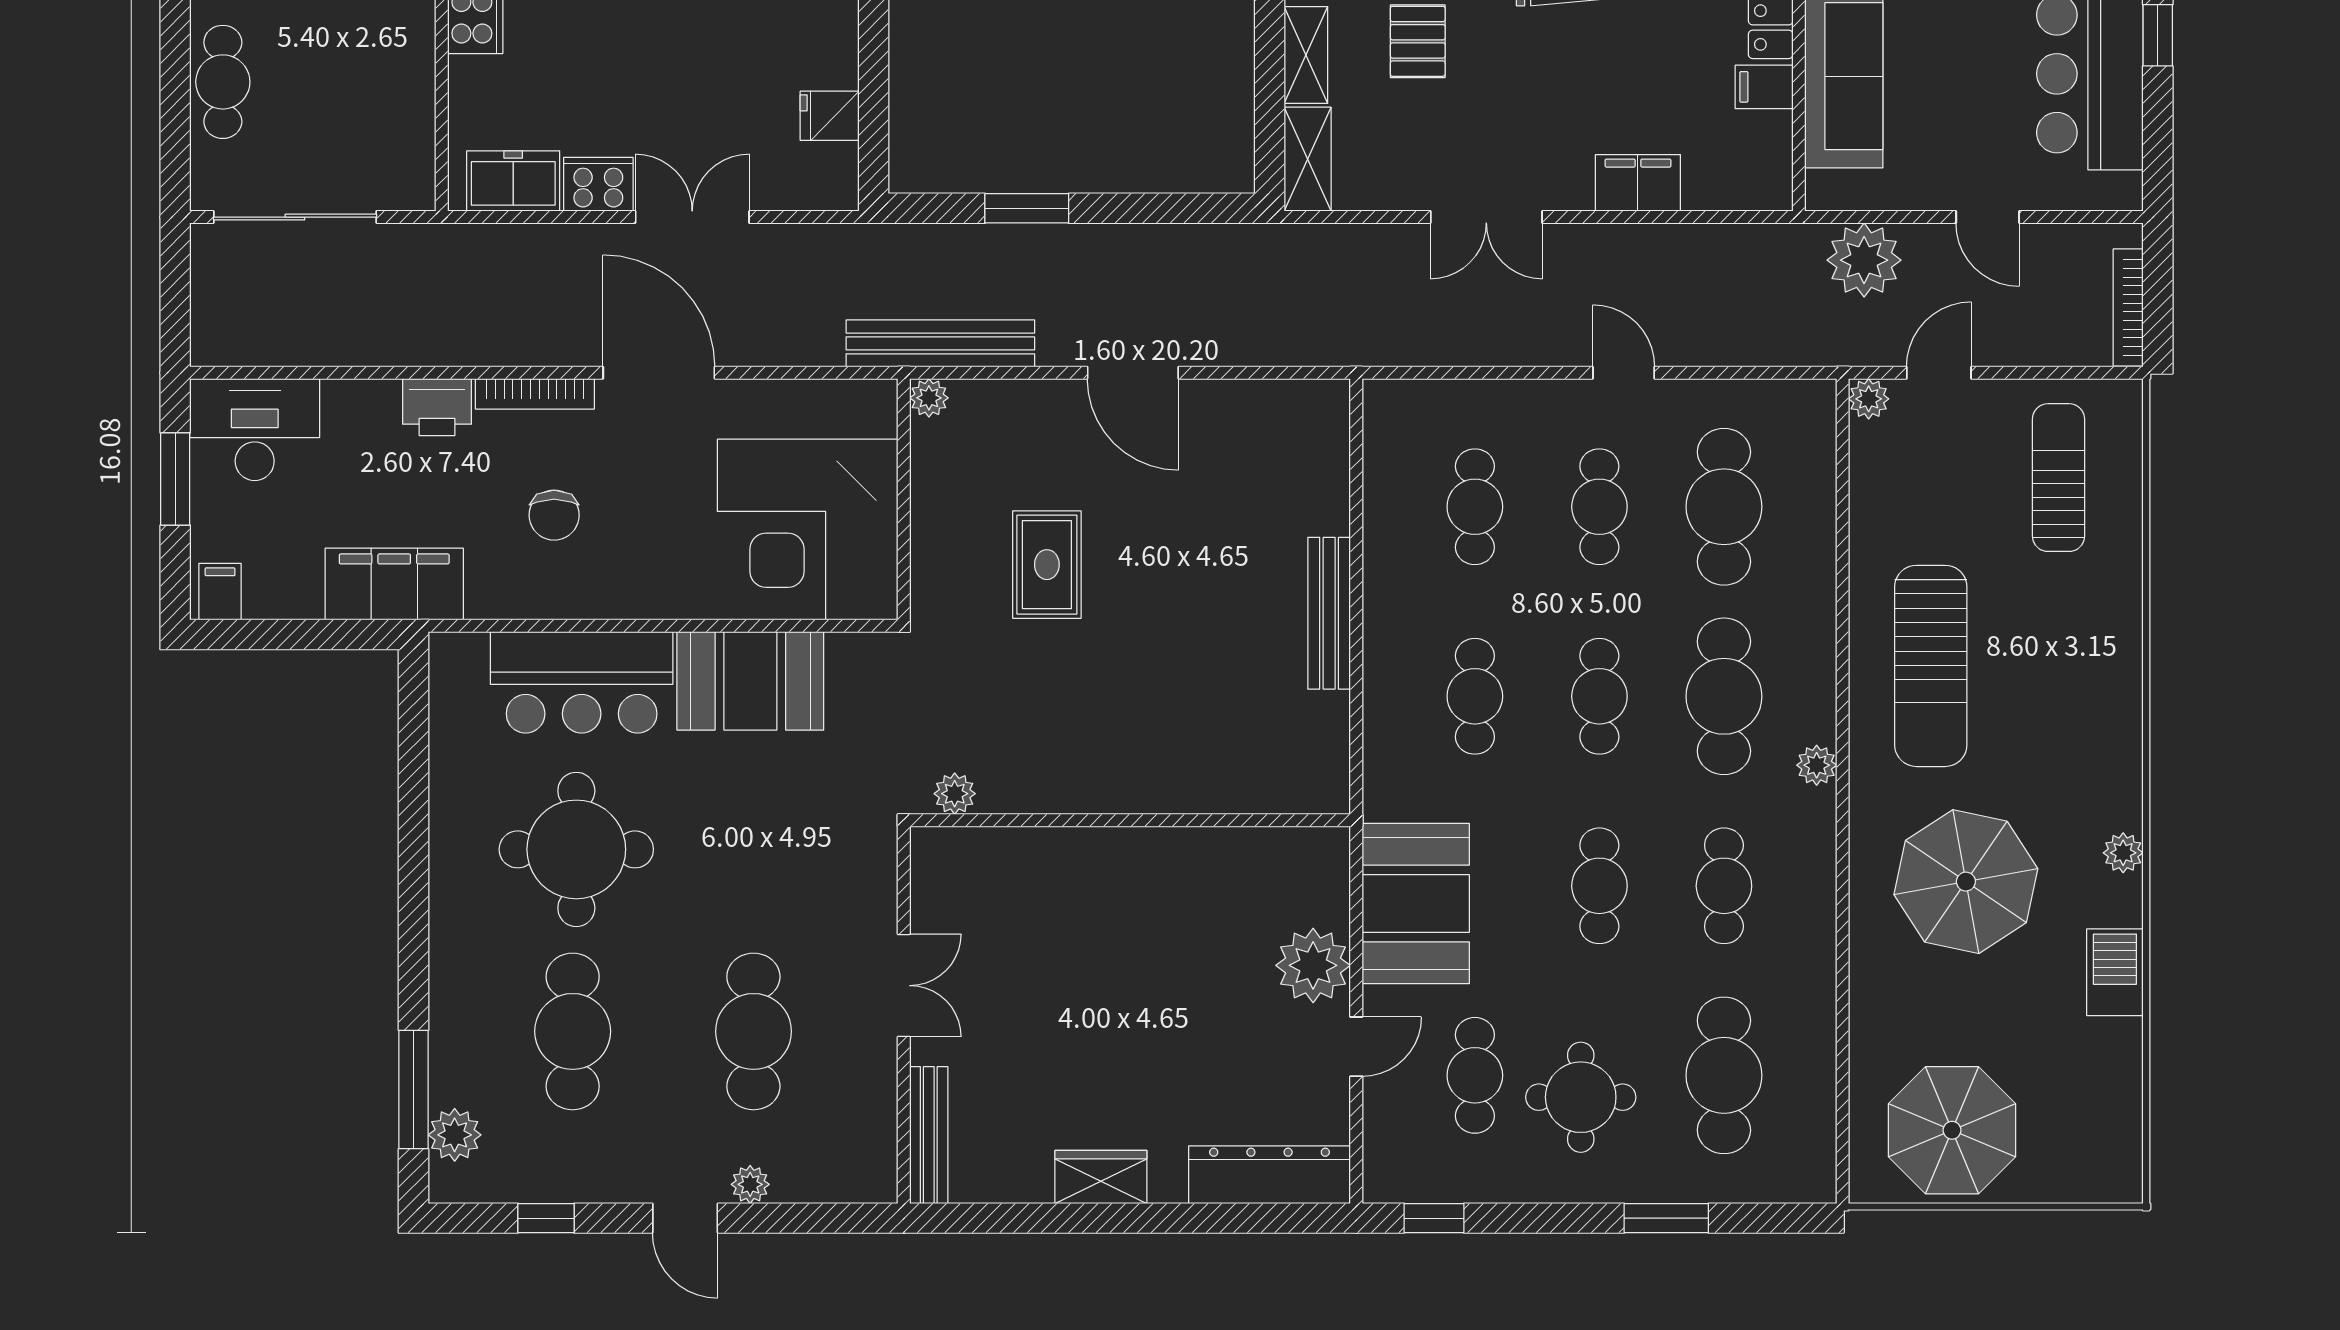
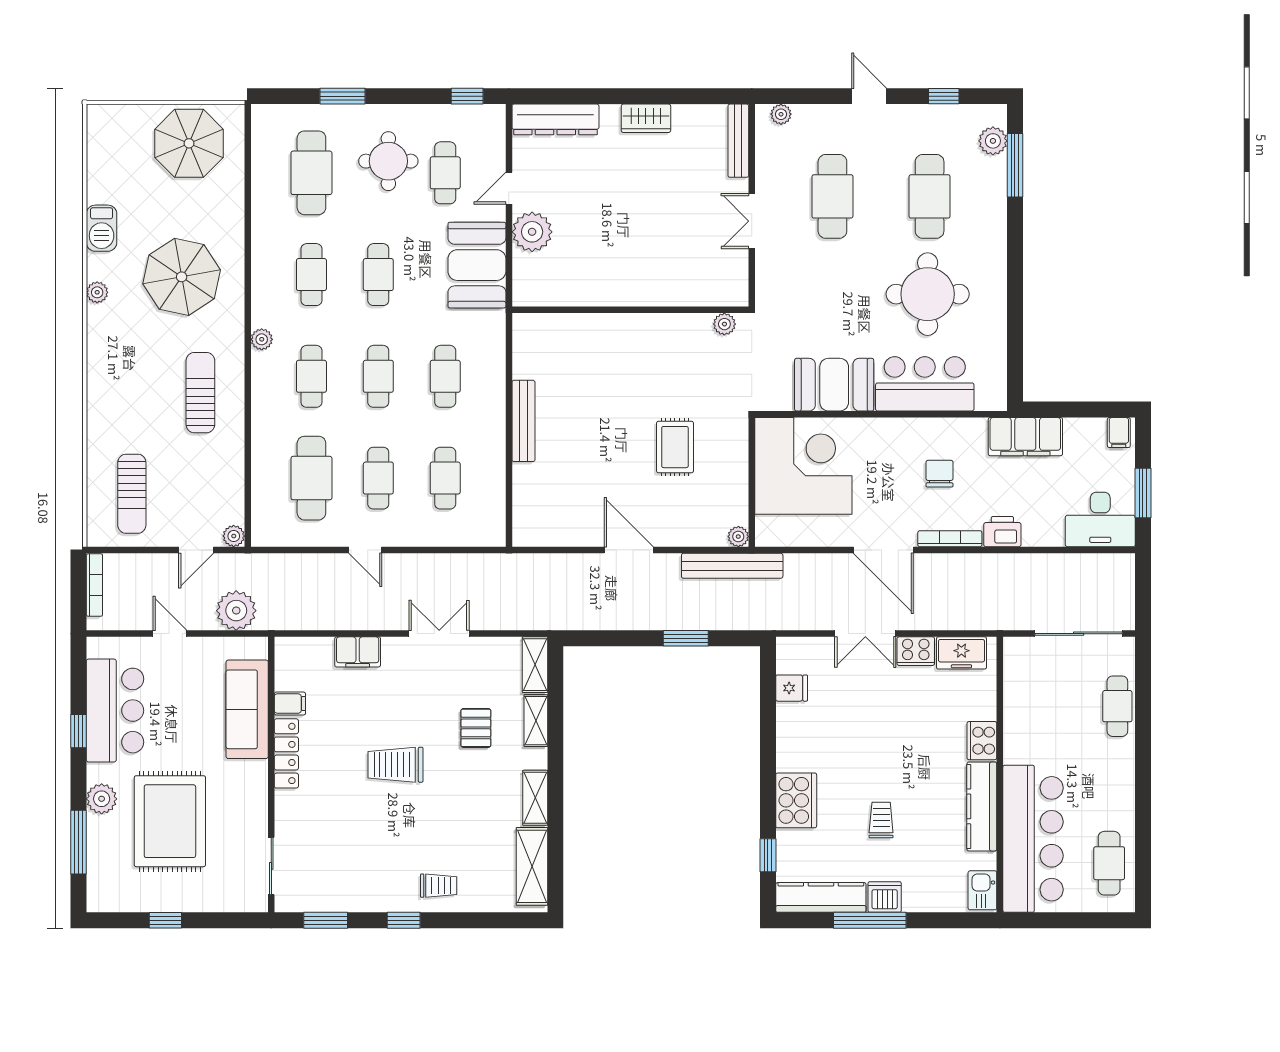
sun lounger: (1931, 666) -> (200, 393), width x0.73, depth x0.75
cafe table: (1724, 696) -> (311, 376), width x0.73, depth x0.74
plant: (750, 1184) -> (781, 114), moved

